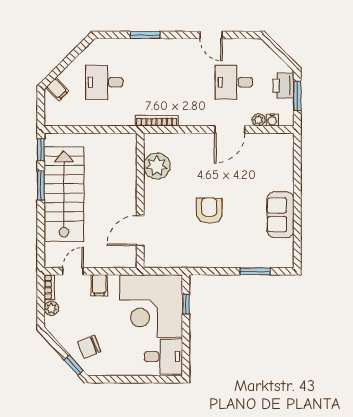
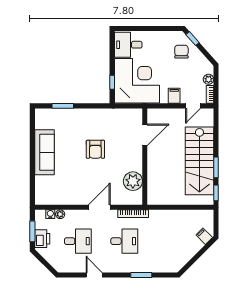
desk: (104, 82) -> (124, 241), moved
door: (230, 129) -> (99, 207), moved
sofa: (280, 215) -> (44, 152), width x1.36
chair: (89, 347) -> (181, 52), turned -68

